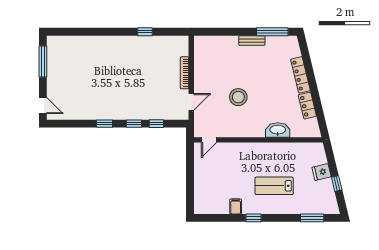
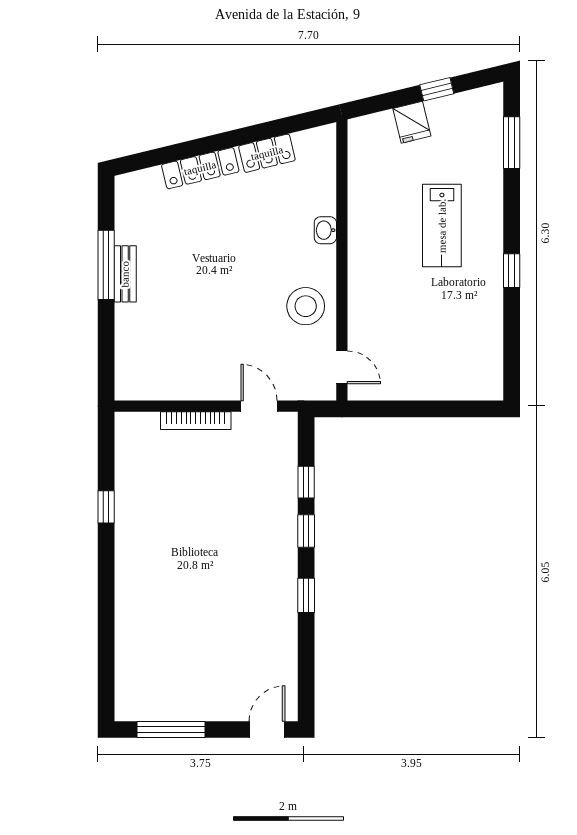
window: (272, 32) -> (106, 265), moved
stool: (238, 97) -> (306, 306), moved
washbasin: (278, 130) -> (325, 230), width x0.52, depth x0.69
filing cabinet: (236, 206) -> (487, 310), removed

